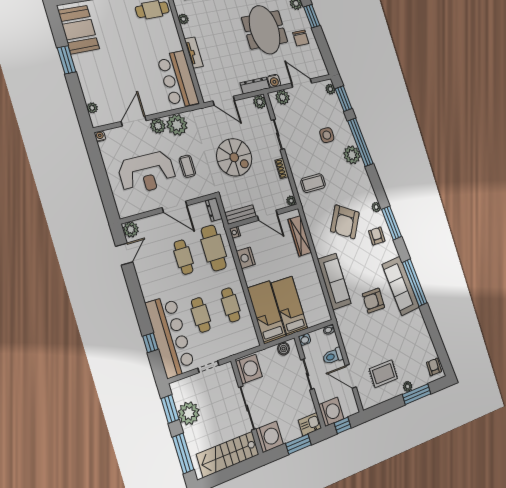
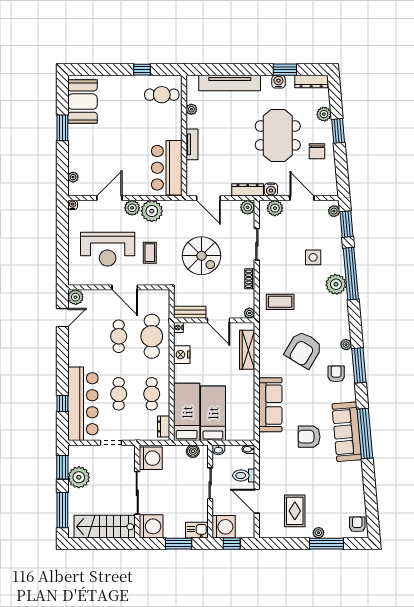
dresser: (214, 210) -> (164, 426), moved
rug: (383, 374) -> (295, 511), turned 90

